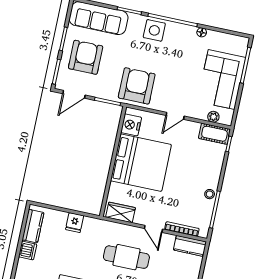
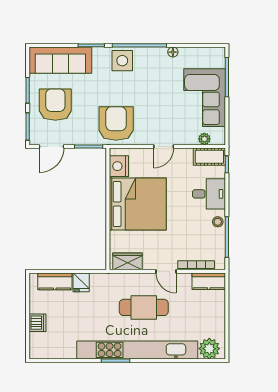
desk: (207, 167) -> (209, 194), added
kitchen counter: (33, 226) -> (55, 281), moved, turned 90

